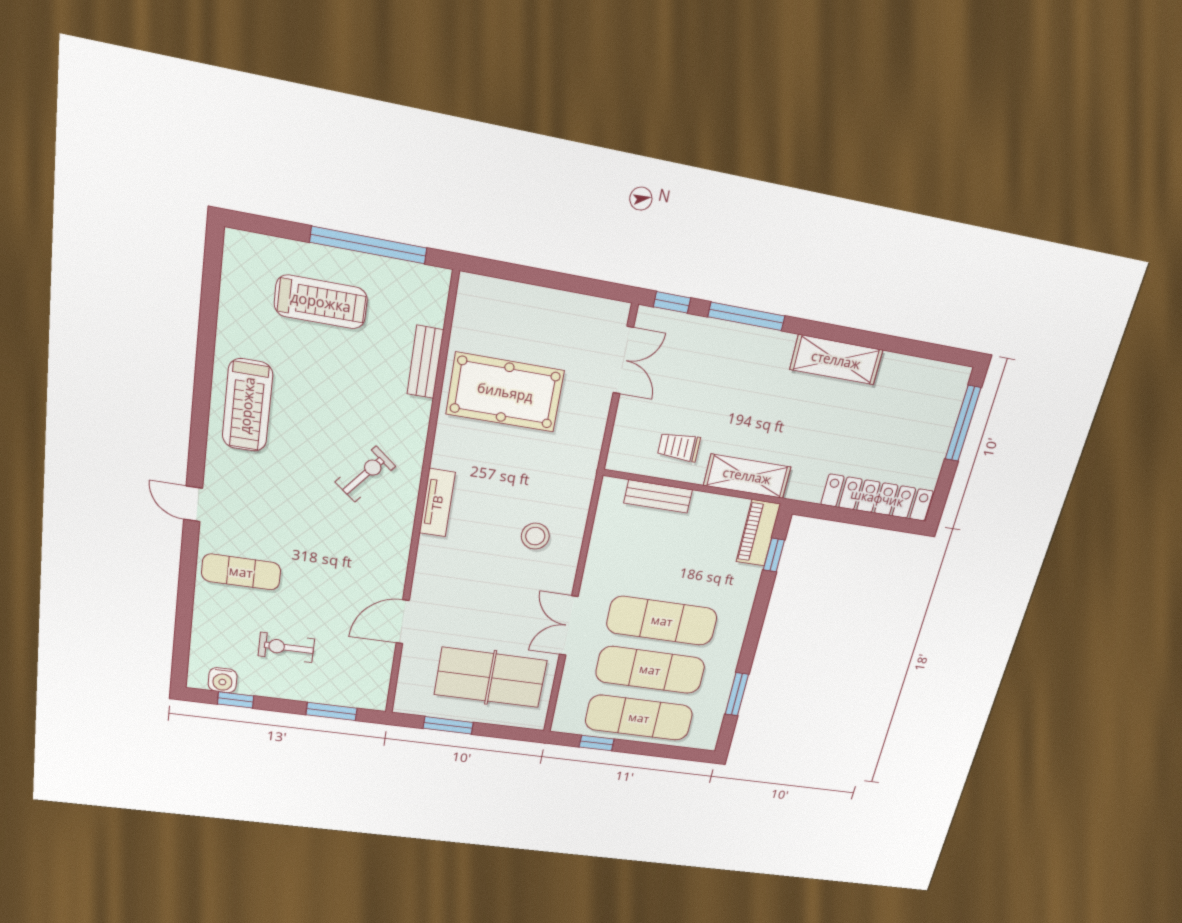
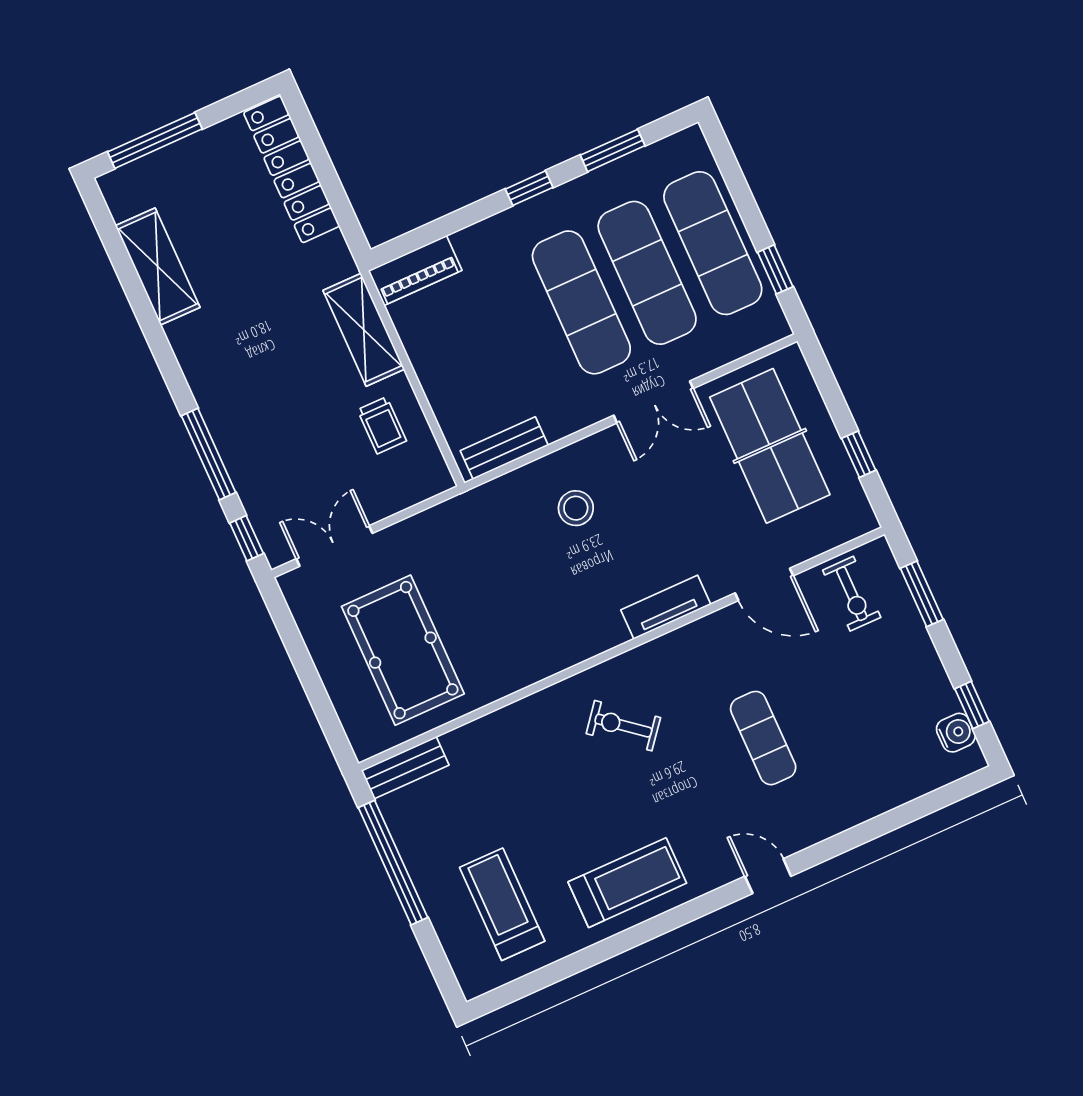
treadmill: (321, 302) -> (502, 904), moved
shelving: (836, 360) -> (158, 267), moved
bench: (425, 362) -> (405, 768), moved
pool table: (505, 392) -> (403, 650), moved
bench: (658, 496) -> (504, 448), moved, turned 90
tv unit: (437, 503) -> (666, 607), moved
door: (193, 504) -> (768, 876), swing flipped
window: (774, 555) -> (529, 188), moved
exercise mat: (241, 572) -> (763, 738), moved
exercise bike: (286, 647) -> (852, 594), moved
window: (448, 725) -> (859, 454), width x0.67

